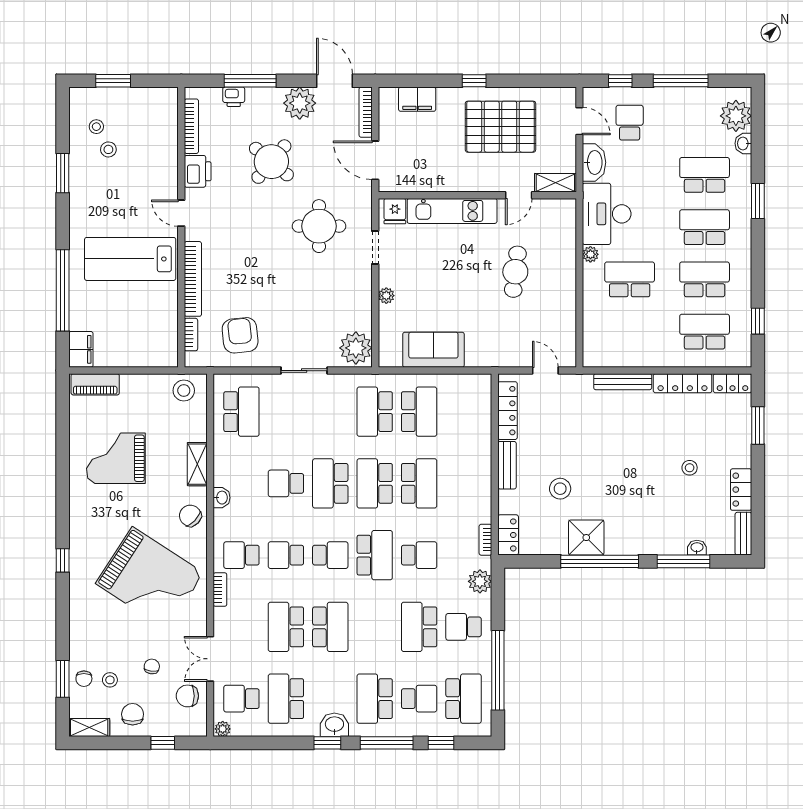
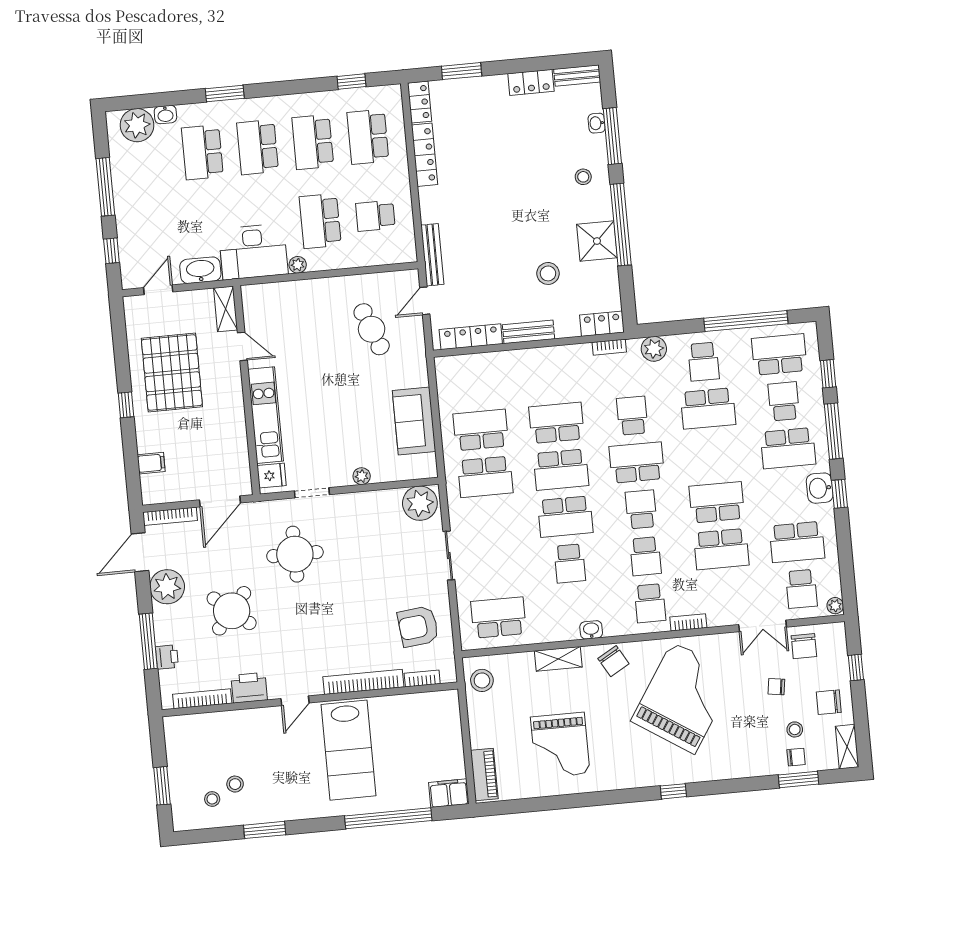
filing cabinet: (417, 99) -> (151, 463), width x0.50
school desk: (630, 123) -> (375, 216), moved
cafe table: (515, 272) -> (372, 329), moved, turned 62
bench: (623, 382) -> (432, 255), moved
stool: (690, 468) -> (583, 177), moved
chair: (190, 516) -> (613, 661), turned -74

